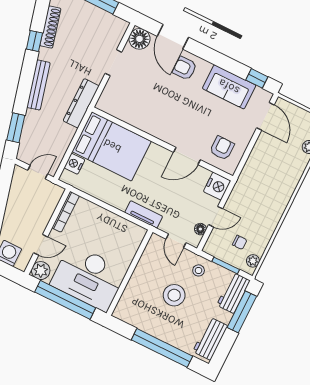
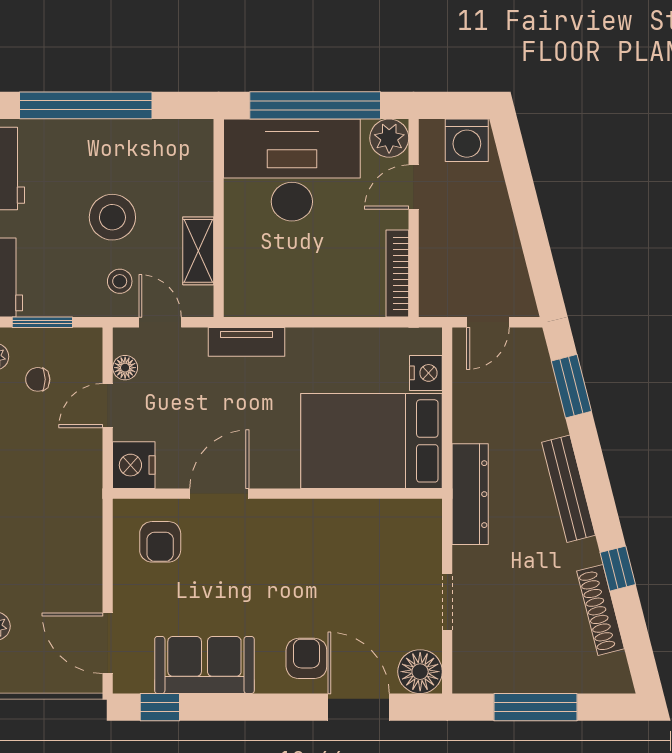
armchair: (185, 68) -> (306, 658), turned -90
shelving: (145, 263) -> (198, 251), added
stool: (199, 270) -> (120, 281), moved

